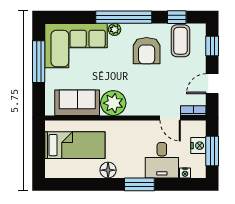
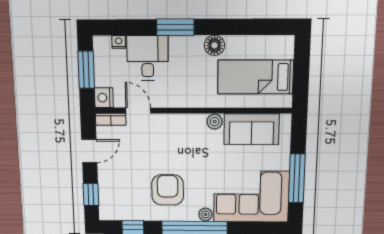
coffee table: (180, 41) -> (128, 201), removed
plant: (113, 103) -> (215, 122), width x0.53, depth x0.53
nightstand: (198, 146) -> (104, 98), moved

